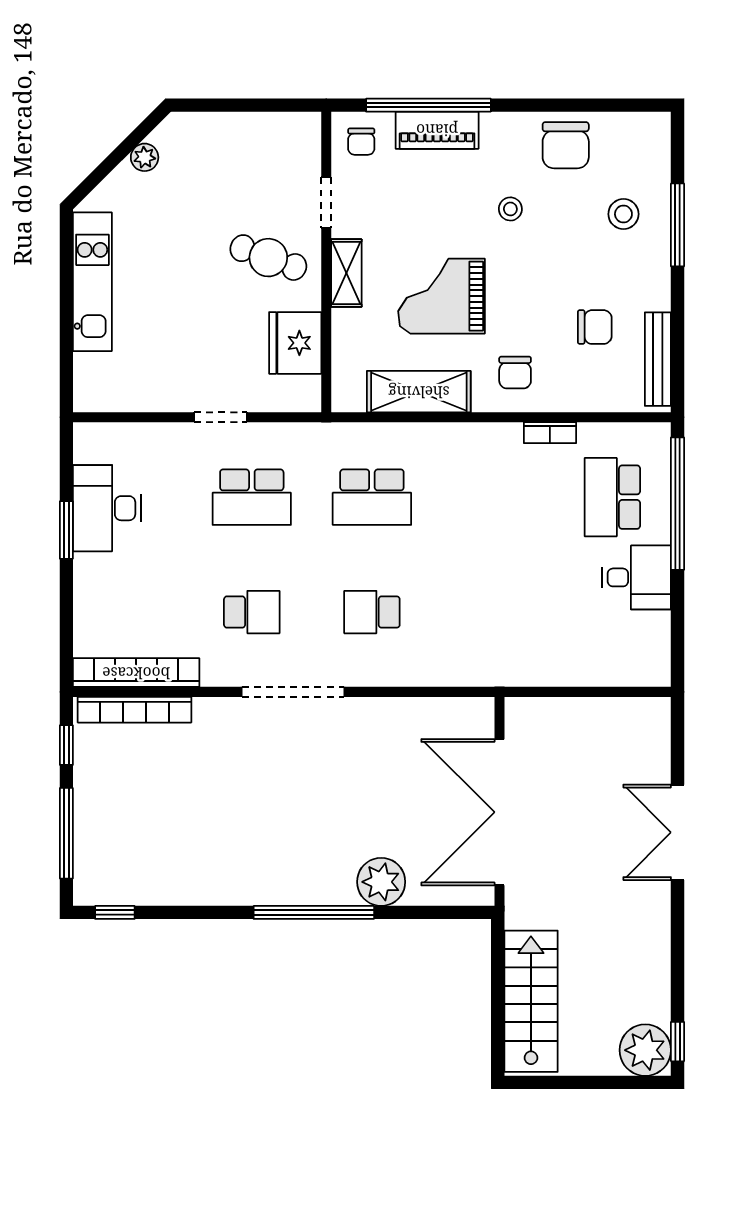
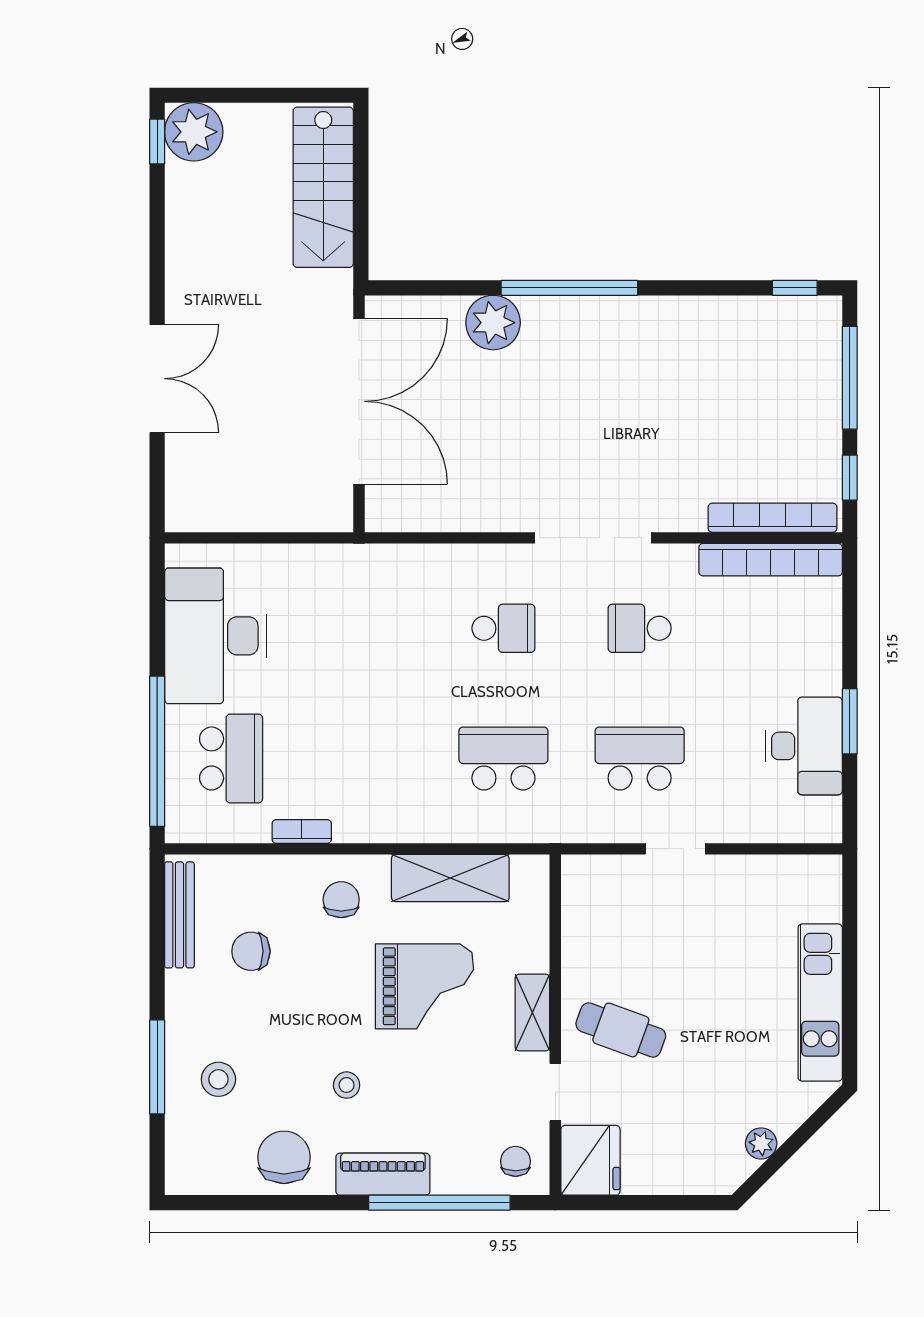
piano: (437, 130) -> (383, 1174), moved
fridge: (295, 343) -> (590, 1160), moved
desk: (637, 577) -> (215, 636), width x1.87, depth x1.30

